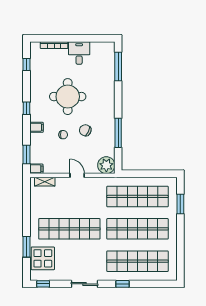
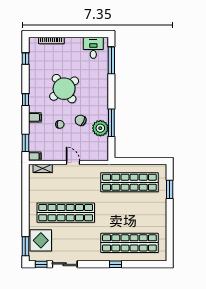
desk: (79, 53) -> (93, 48), moved
round table: (68, 97) -> (64, 89), turned -37
plant: (106, 165) -> (100, 128), moved
shop shelf: (137, 229) -> (129, 213), removed
window: (27, 247) -> (25, 246), moved
sliding door: (84, 284) -> (65, 264), moved

